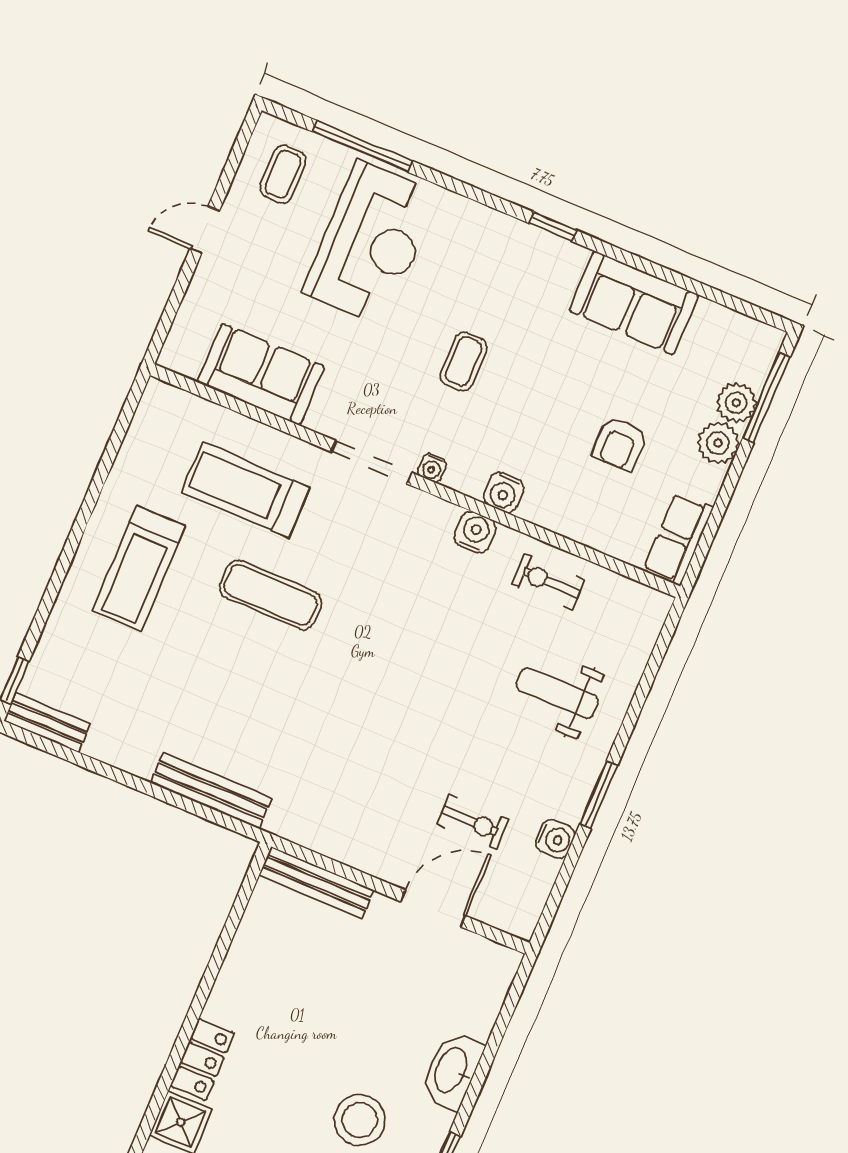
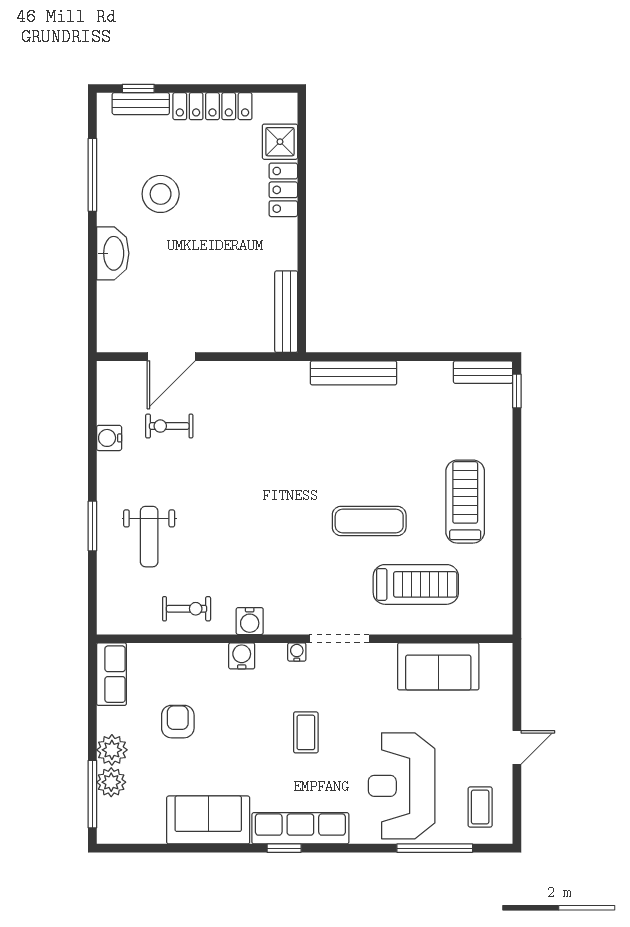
row of seats: (522, 243) -> (300, 828), added
weight bench: (557, 693) -> (149, 537), turned 90
window: (599, 795) -> (92, 526), moved
bench: (317, 883) -> (286, 312), moved, turned 90

